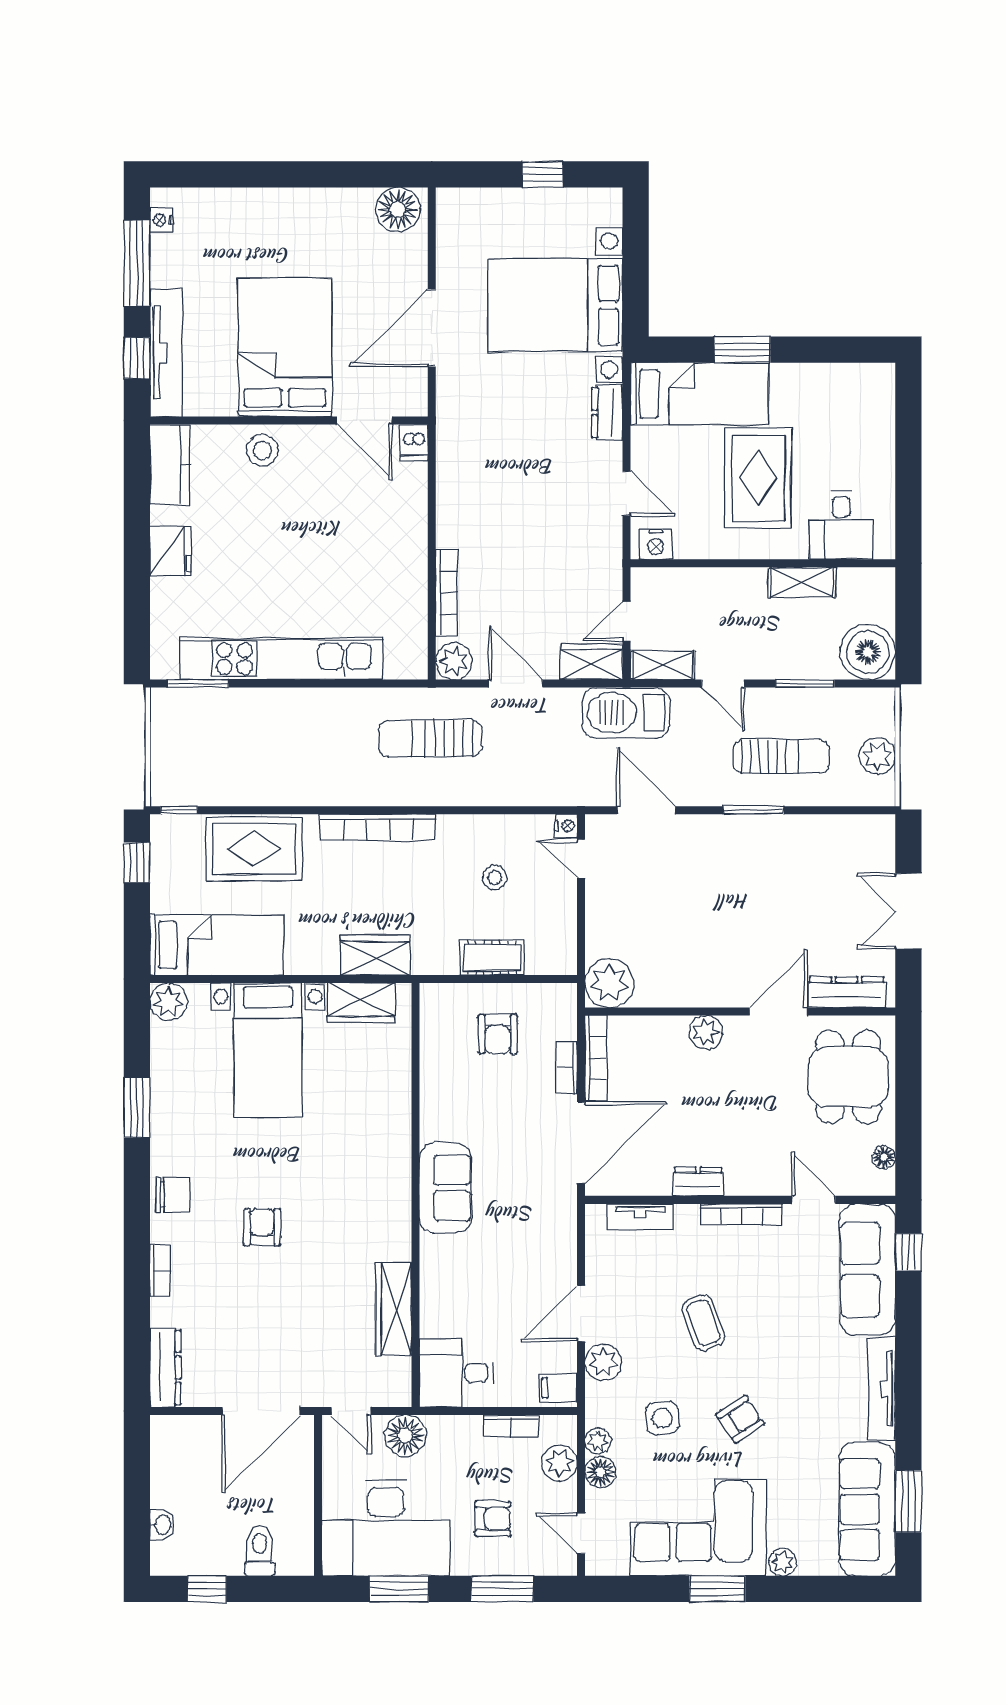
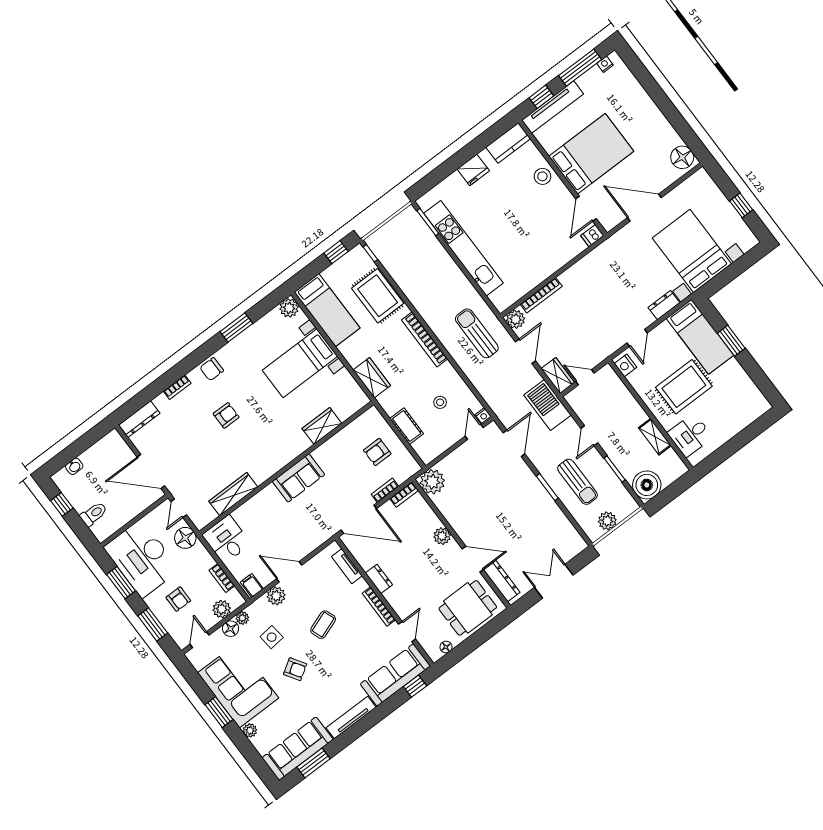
shelving: (663, 665) -> (578, 405), removed
wardrobe: (361, 1003) -> (322, 426), moved, turned 90
bookcase: (596, 1058) -> (404, 494), width x0.64
chair: (173, 1195) -> (212, 369), turned 90

